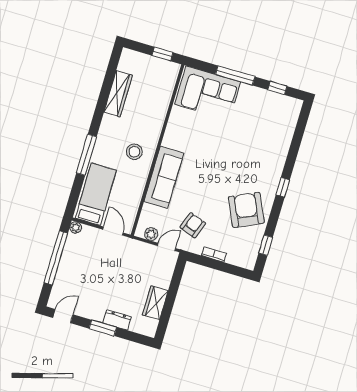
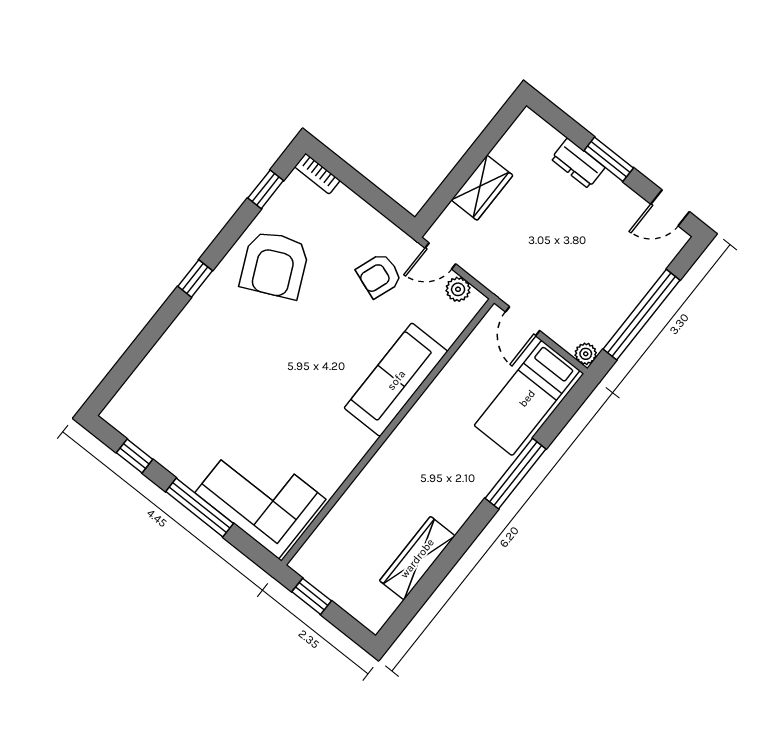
stool: (134, 152) -> (430, 445), removed
bookcase: (214, 254) -> (317, 174), moved
wardrobe: (155, 303) -> (482, 188), moved

